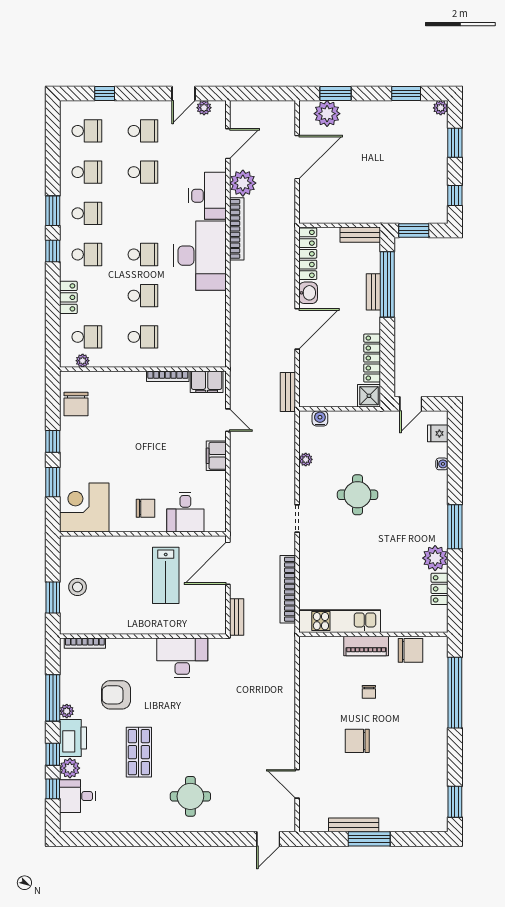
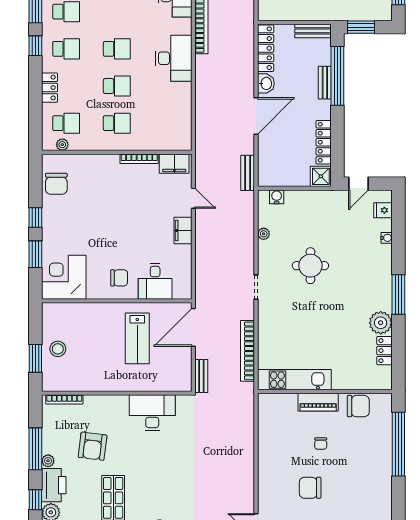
desk: (200, 256) -> (174, 58), width x0.73, depth x0.77
armchair: (116, 695) -> (93, 446), turned -83

